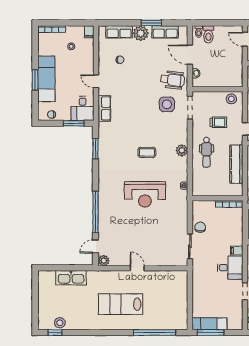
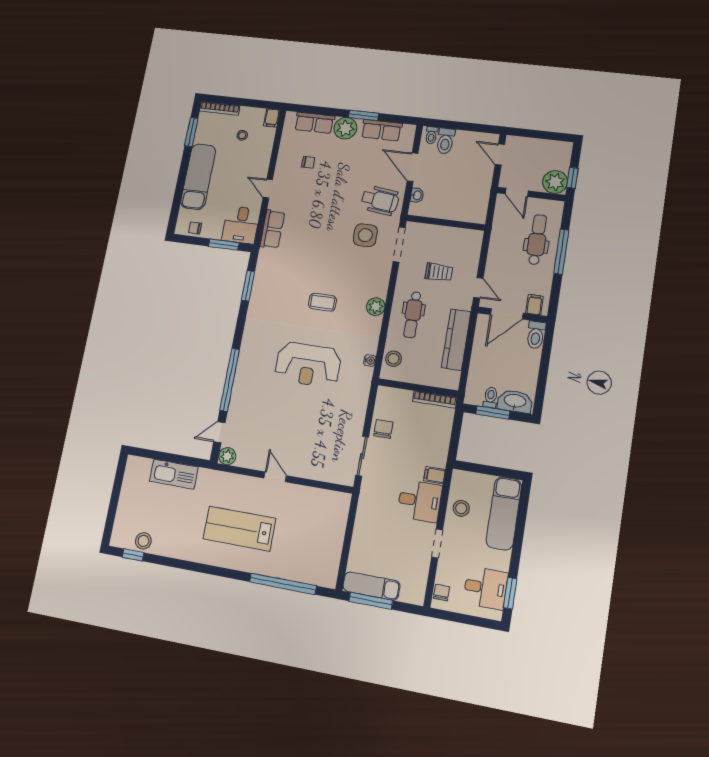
window: (35, 80) -> (191, 132), moved
stool: (231, 99) -> (393, 359), moved

